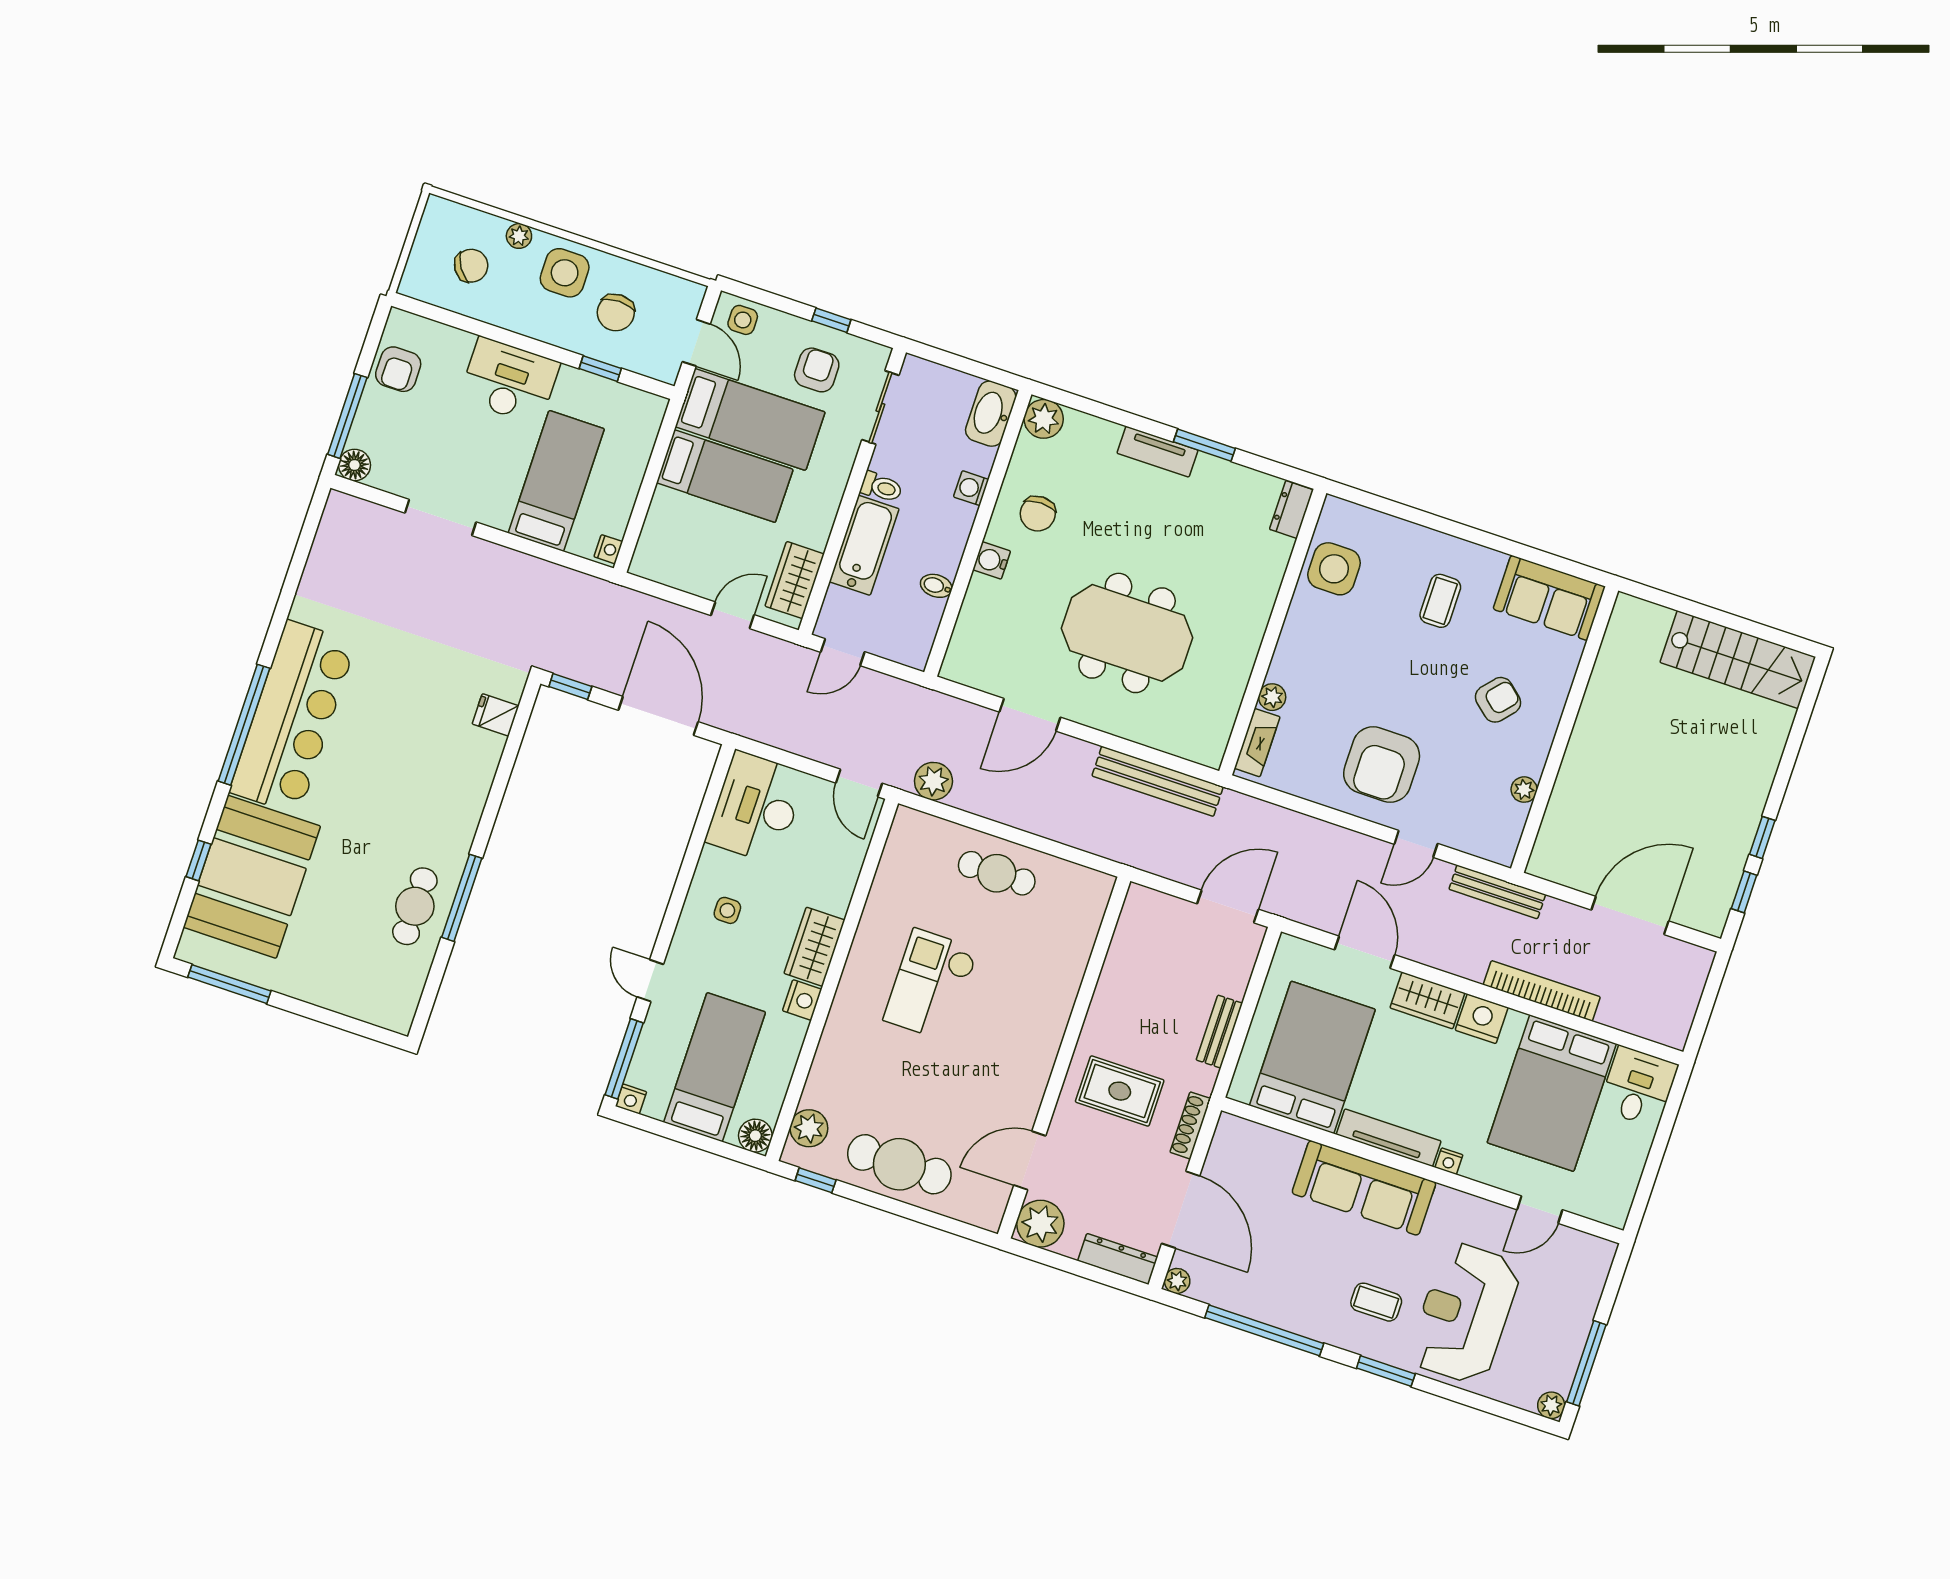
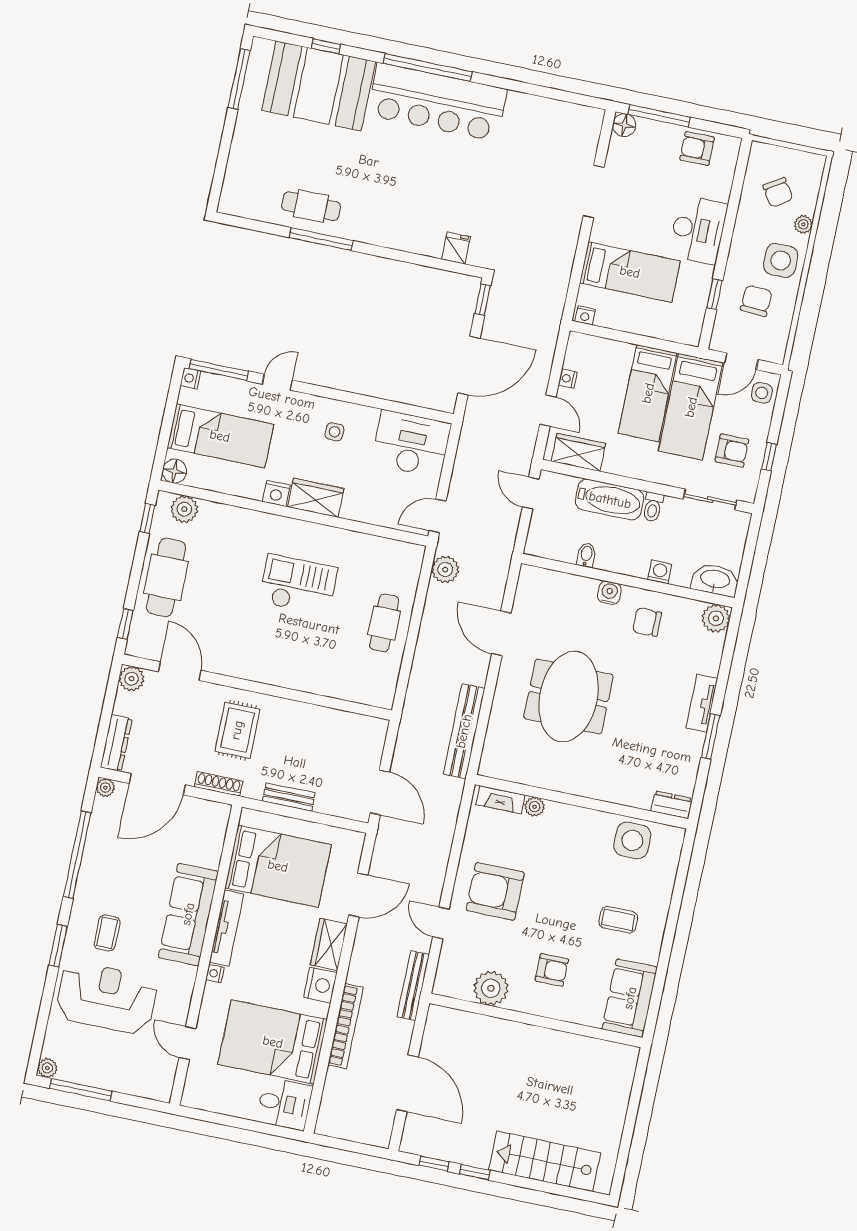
chair: (616, 313) -> (756, 301), turned 93
nightstand: (692, 583) -> (568, 379), added
stairs: (1738, 660) -> (545, 1161), moved, turned 90
armchair: (1498, 700) -> (552, 970), turned -41
plant: (1524, 790) -> (491, 988), width x1.88, depth x1.88
plant: (1040, 1224) -> (132, 679), width x0.73, depth x0.73
window: (957, 1227) -> (125, 624), added

